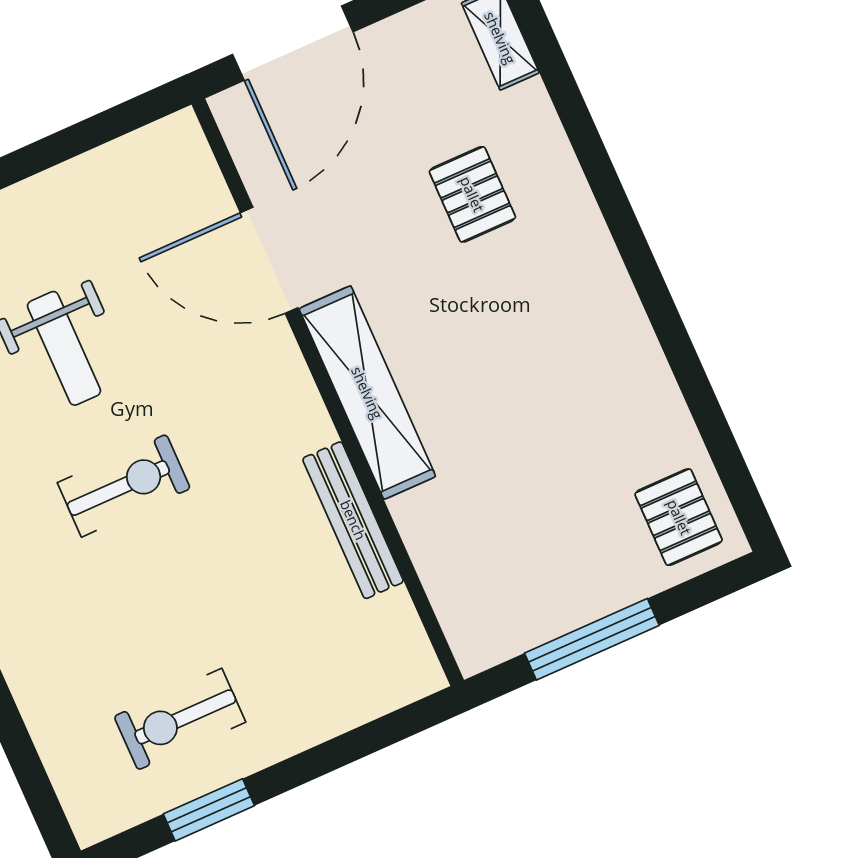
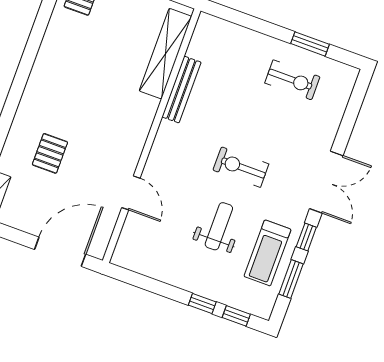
door: (269, 260) -> (131, 193), width x0.73
shelving: (367, 393) -> (165, 54), moved

